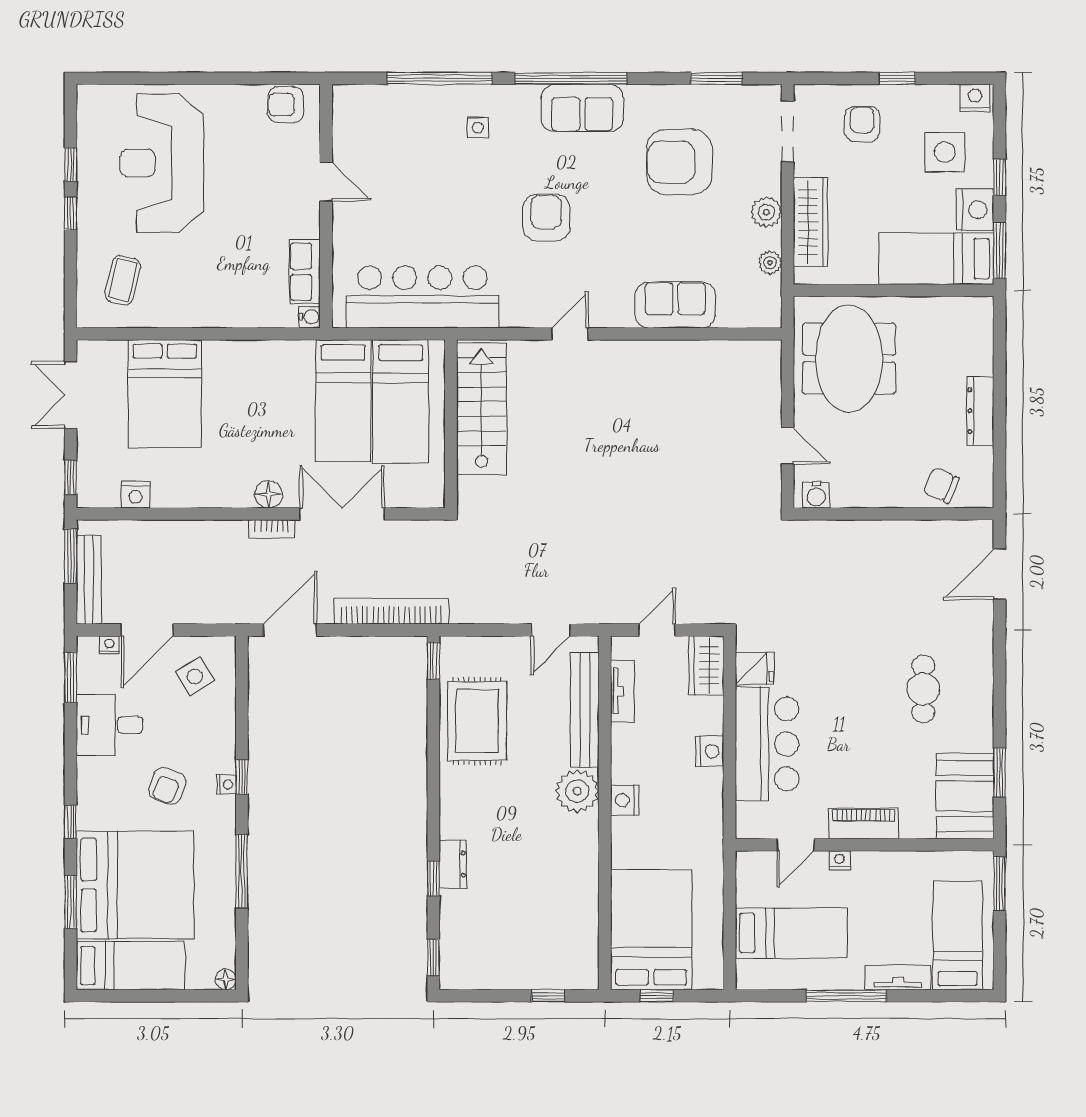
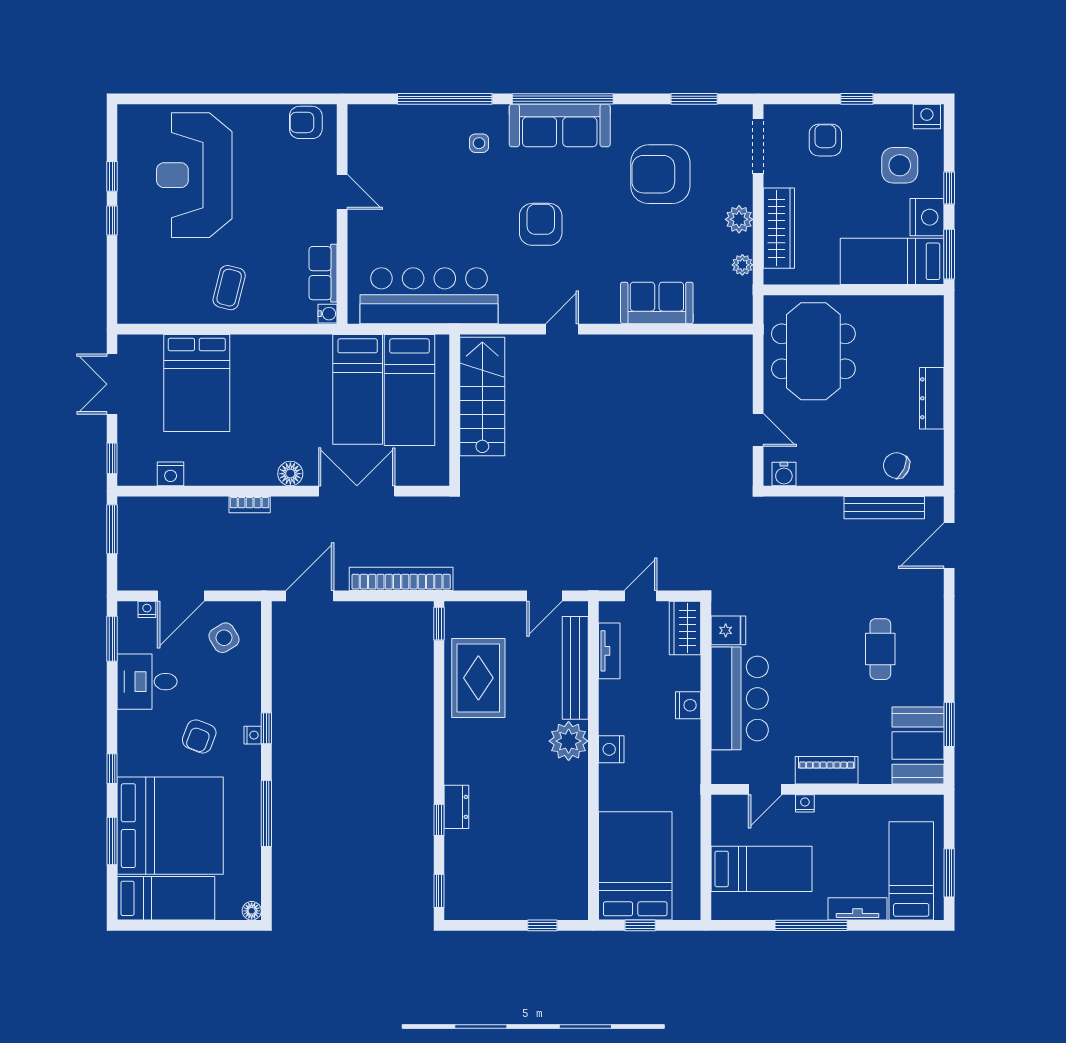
sofa: (582, 108) -> (560, 126), width x1.36
coffee table: (123, 280) -> (229, 288), moved
bookcase: (272, 529) -> (250, 505), moved
bench: (89, 580) -> (884, 508), moved, turned 90
window: (999, 883) -> (949, 873), moved

